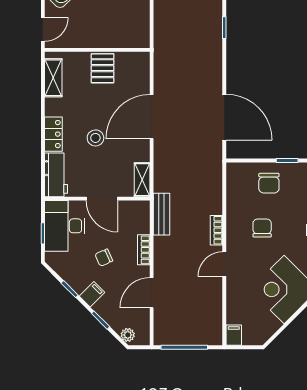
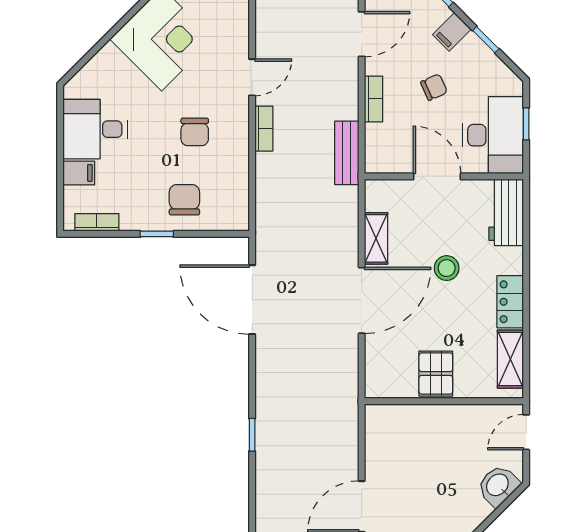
locker: (53, 134) -> (510, 302), moved
shelving: (142, 180) -> (376, 238), moved

